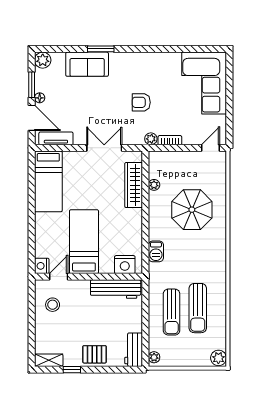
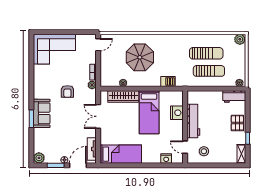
sofa: (87, 64) -> (42, 113), moved
door: (211, 148) -> (98, 45), swing flipped
bed: (84, 242) -> (149, 112), moved, turned -90
nightstand: (125, 265) -> (177, 113), moved
nightstand: (42, 266) -> (166, 159), moved
workbench: (116, 289) -> (193, 121), moved

